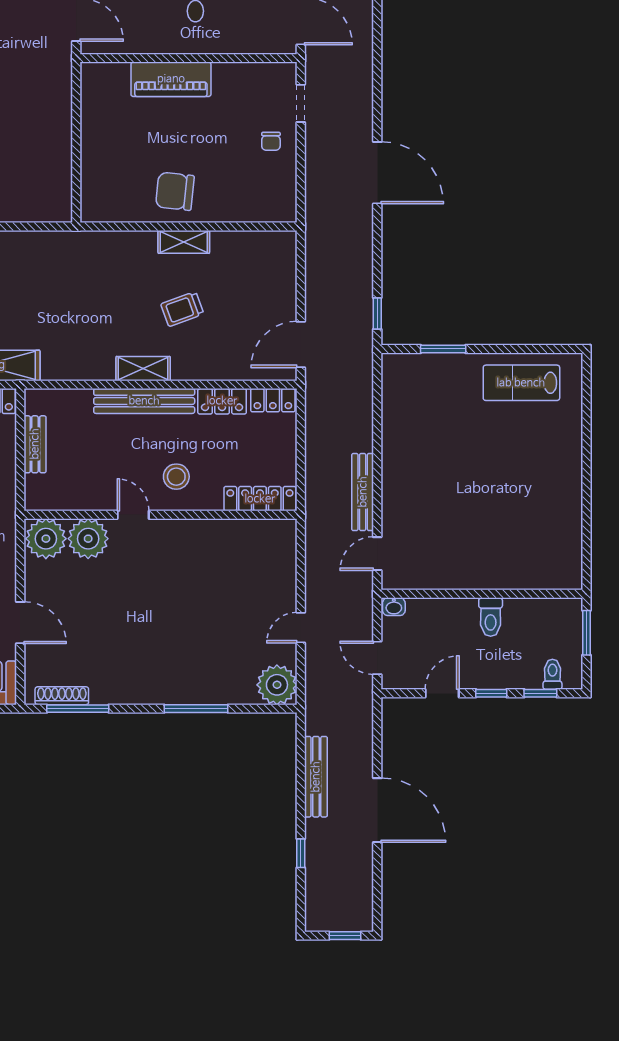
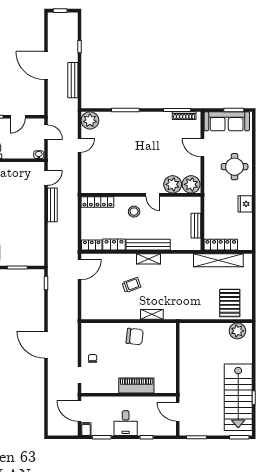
shelving: (184, 242) -> (152, 314), moved

